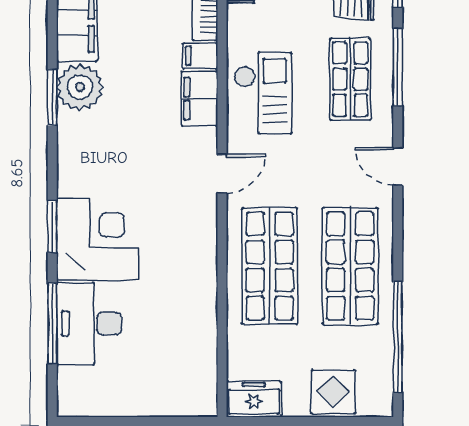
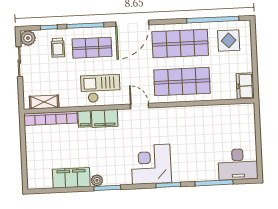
plant: (80, 87) -> (97, 180), width x0.53, depth x0.53
door: (398, 167) -> (132, 23), width x1.87
corner desk: (98, 239) -> (151, 164), moved
desk: (89, 324) -> (238, 164), moved
display table: (333, 392) -> (229, 40), moved

